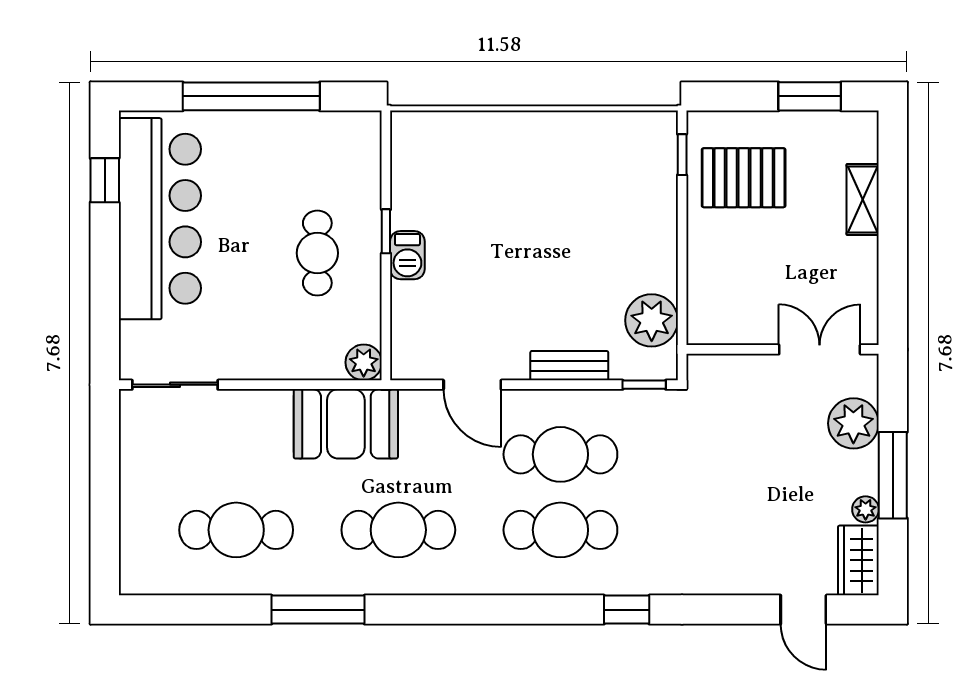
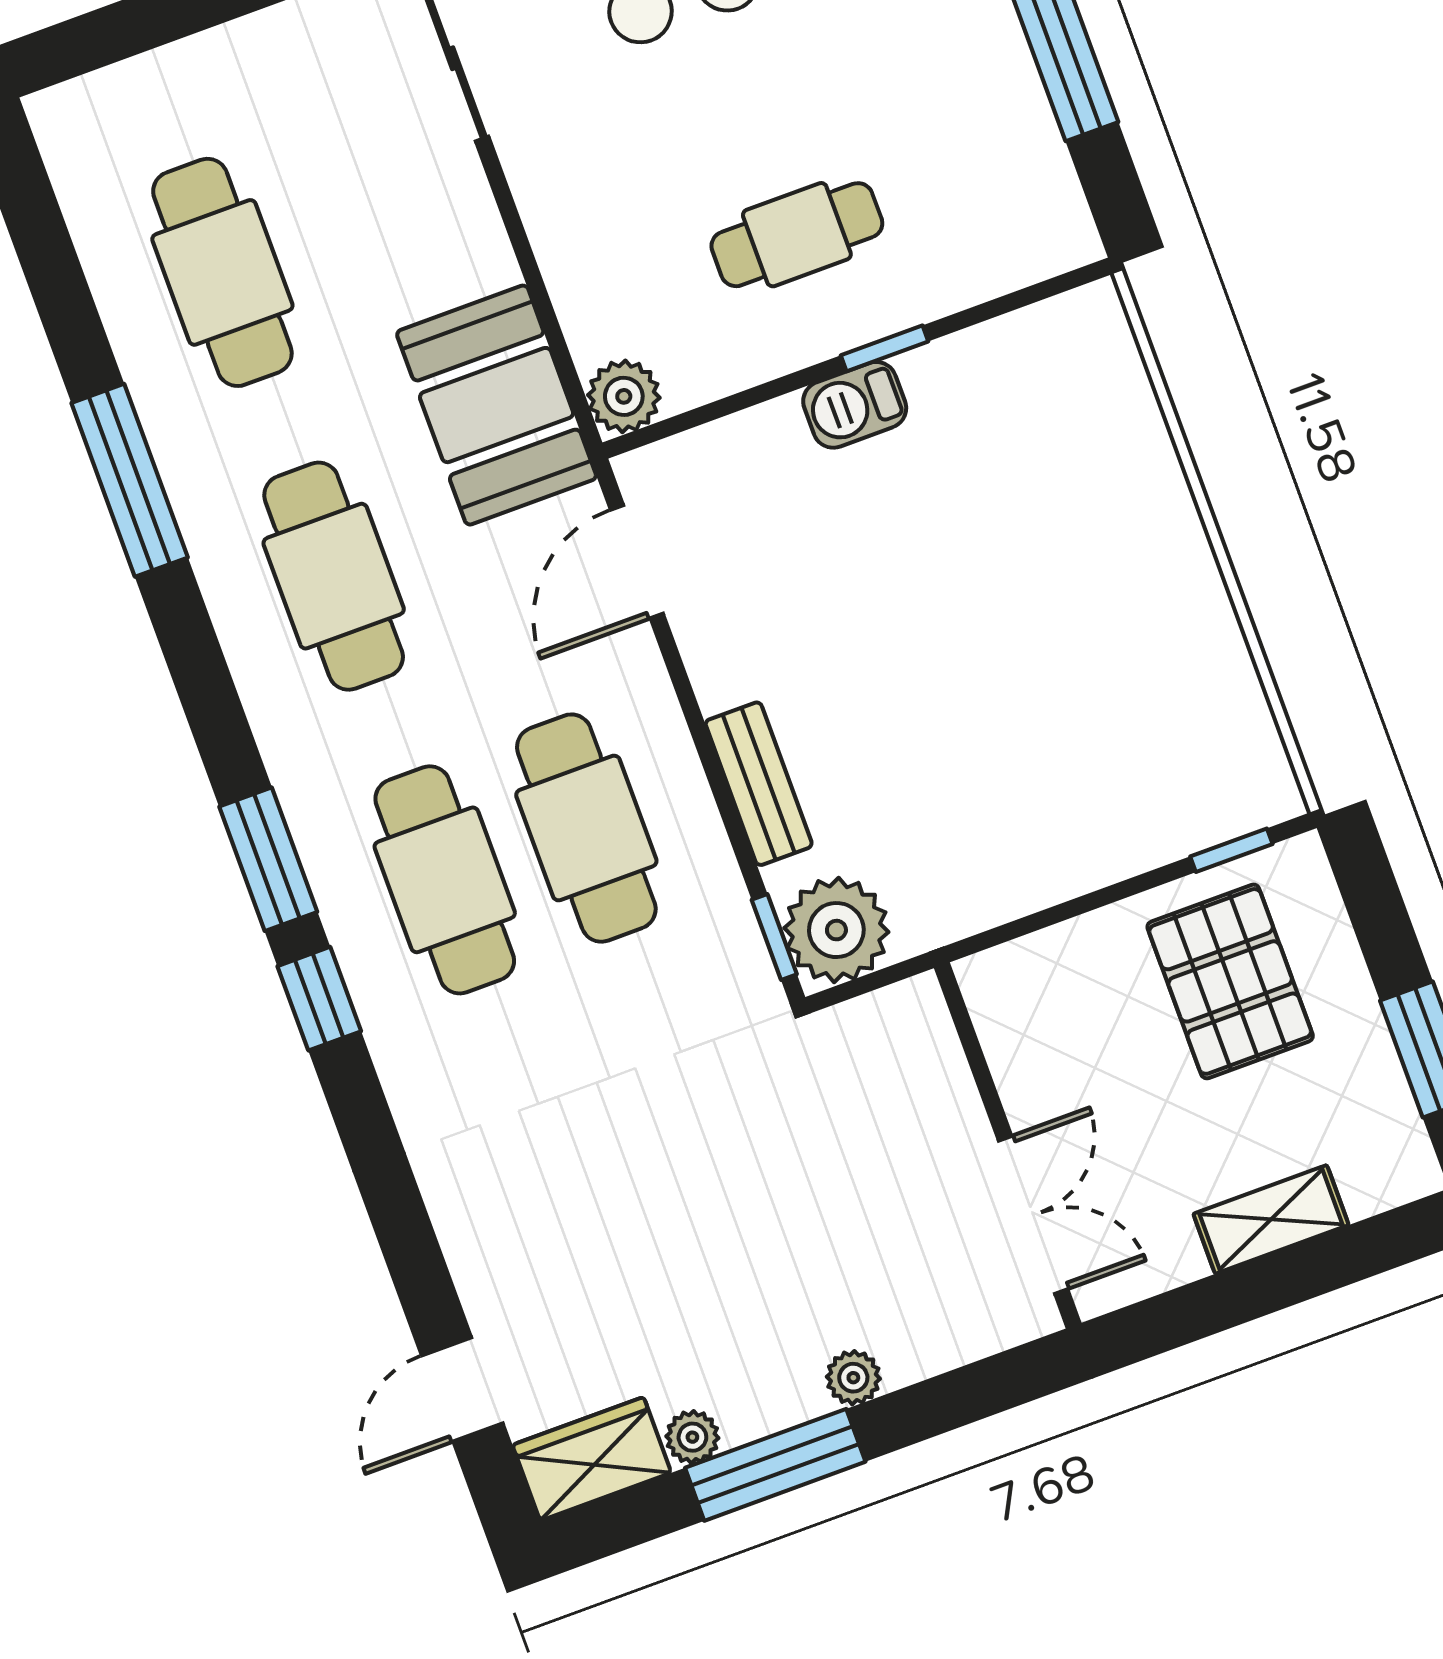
plant: (652, 320) -> (836, 930), moved
wall: (782, 349) -> (1008, 1145), moved
double door: (820, 349) -> (1033, 1215), moved
door: (472, 385) -> (637, 562), moved
plant: (853, 423) -> (853, 1378), width x0.53, depth x0.53
window: (520, 610) -> (268, 859), added
window: (627, 610) -> (319, 999), moved

